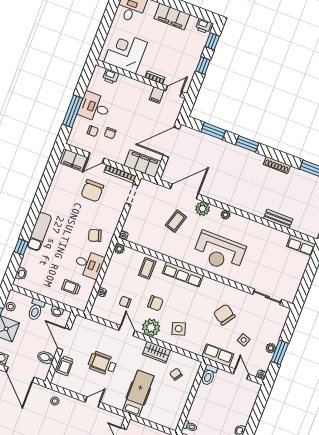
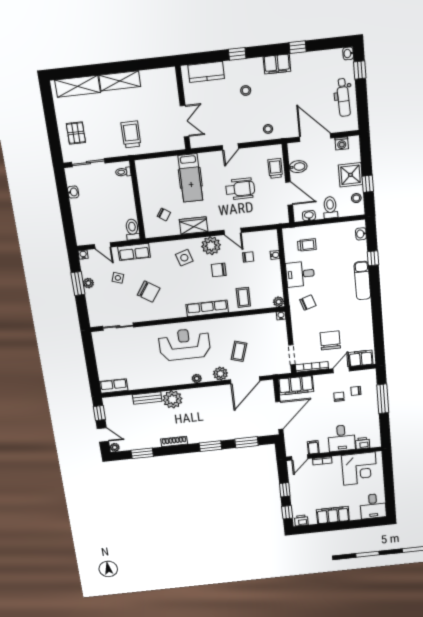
desk: (94, 107) -> (342, 438), moved, turned 90
plant: (257, 206) -> (172, 399), added

